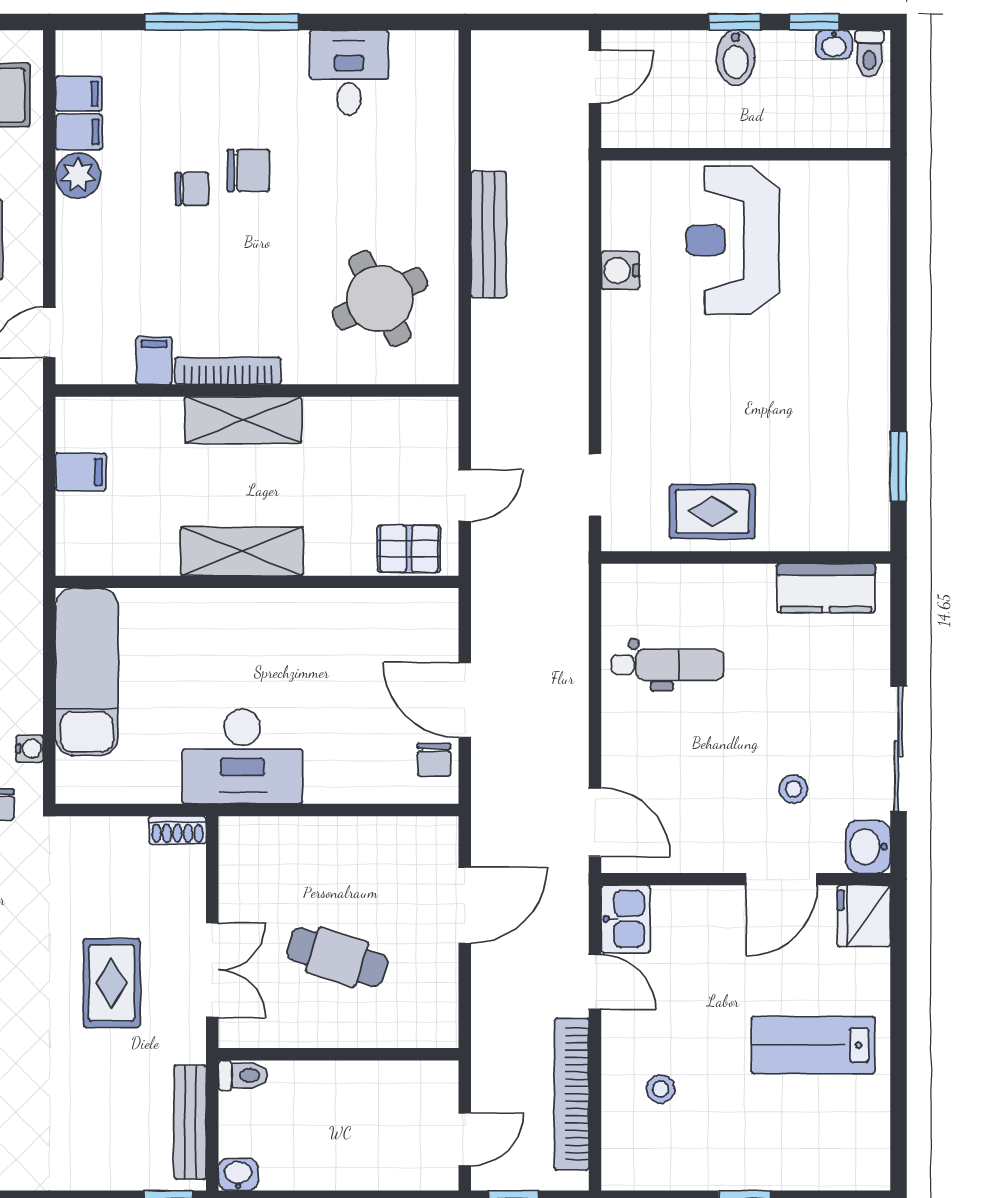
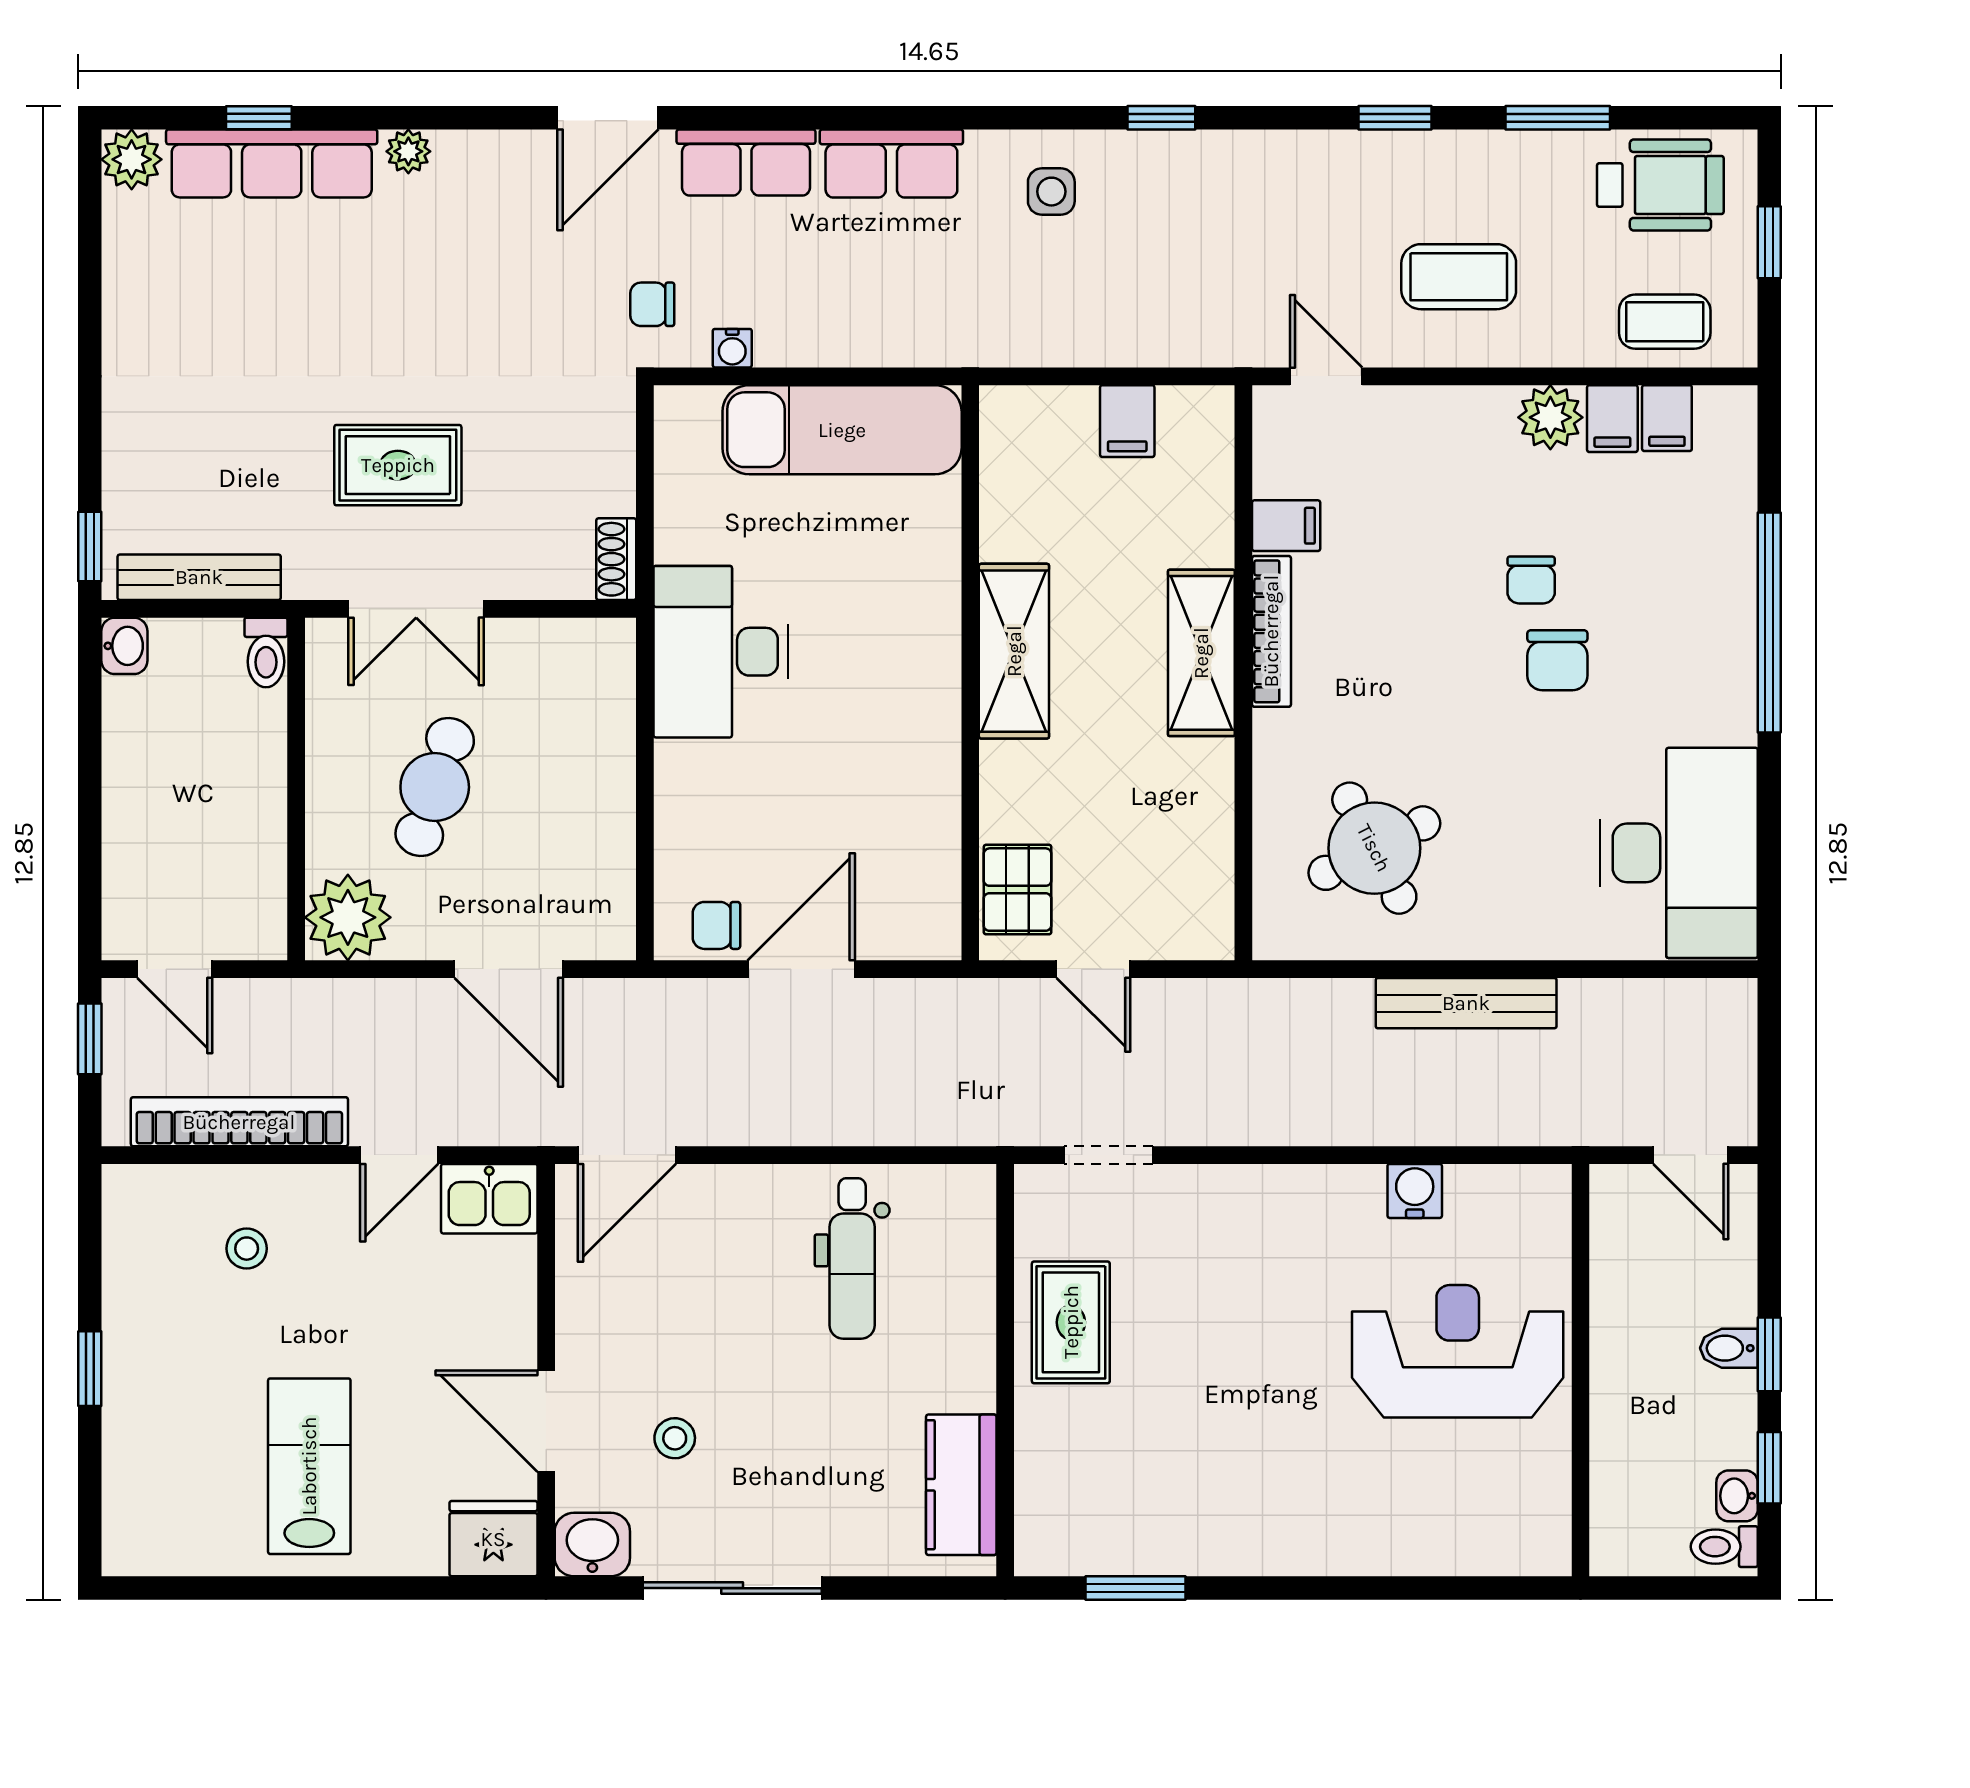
bidet: (736, 58) -> (1729, 1348), width x0.72, depth x0.74
desk: (349, 73) -> (1679, 853), width x1.87, depth x1.30
plant: (429, 1018) -> (348, 917), added

